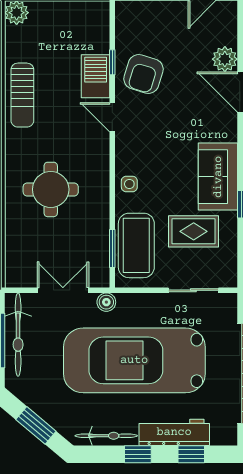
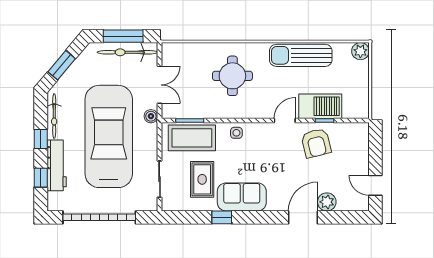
armchair: (144, 74) -> (316, 143), turned -121
barbecue: (96, 76) -> (320, 106), width x1.37, depth x1.21
sun lounger: (22, 95) -> (301, 55), width x1.36, depth x1.34

